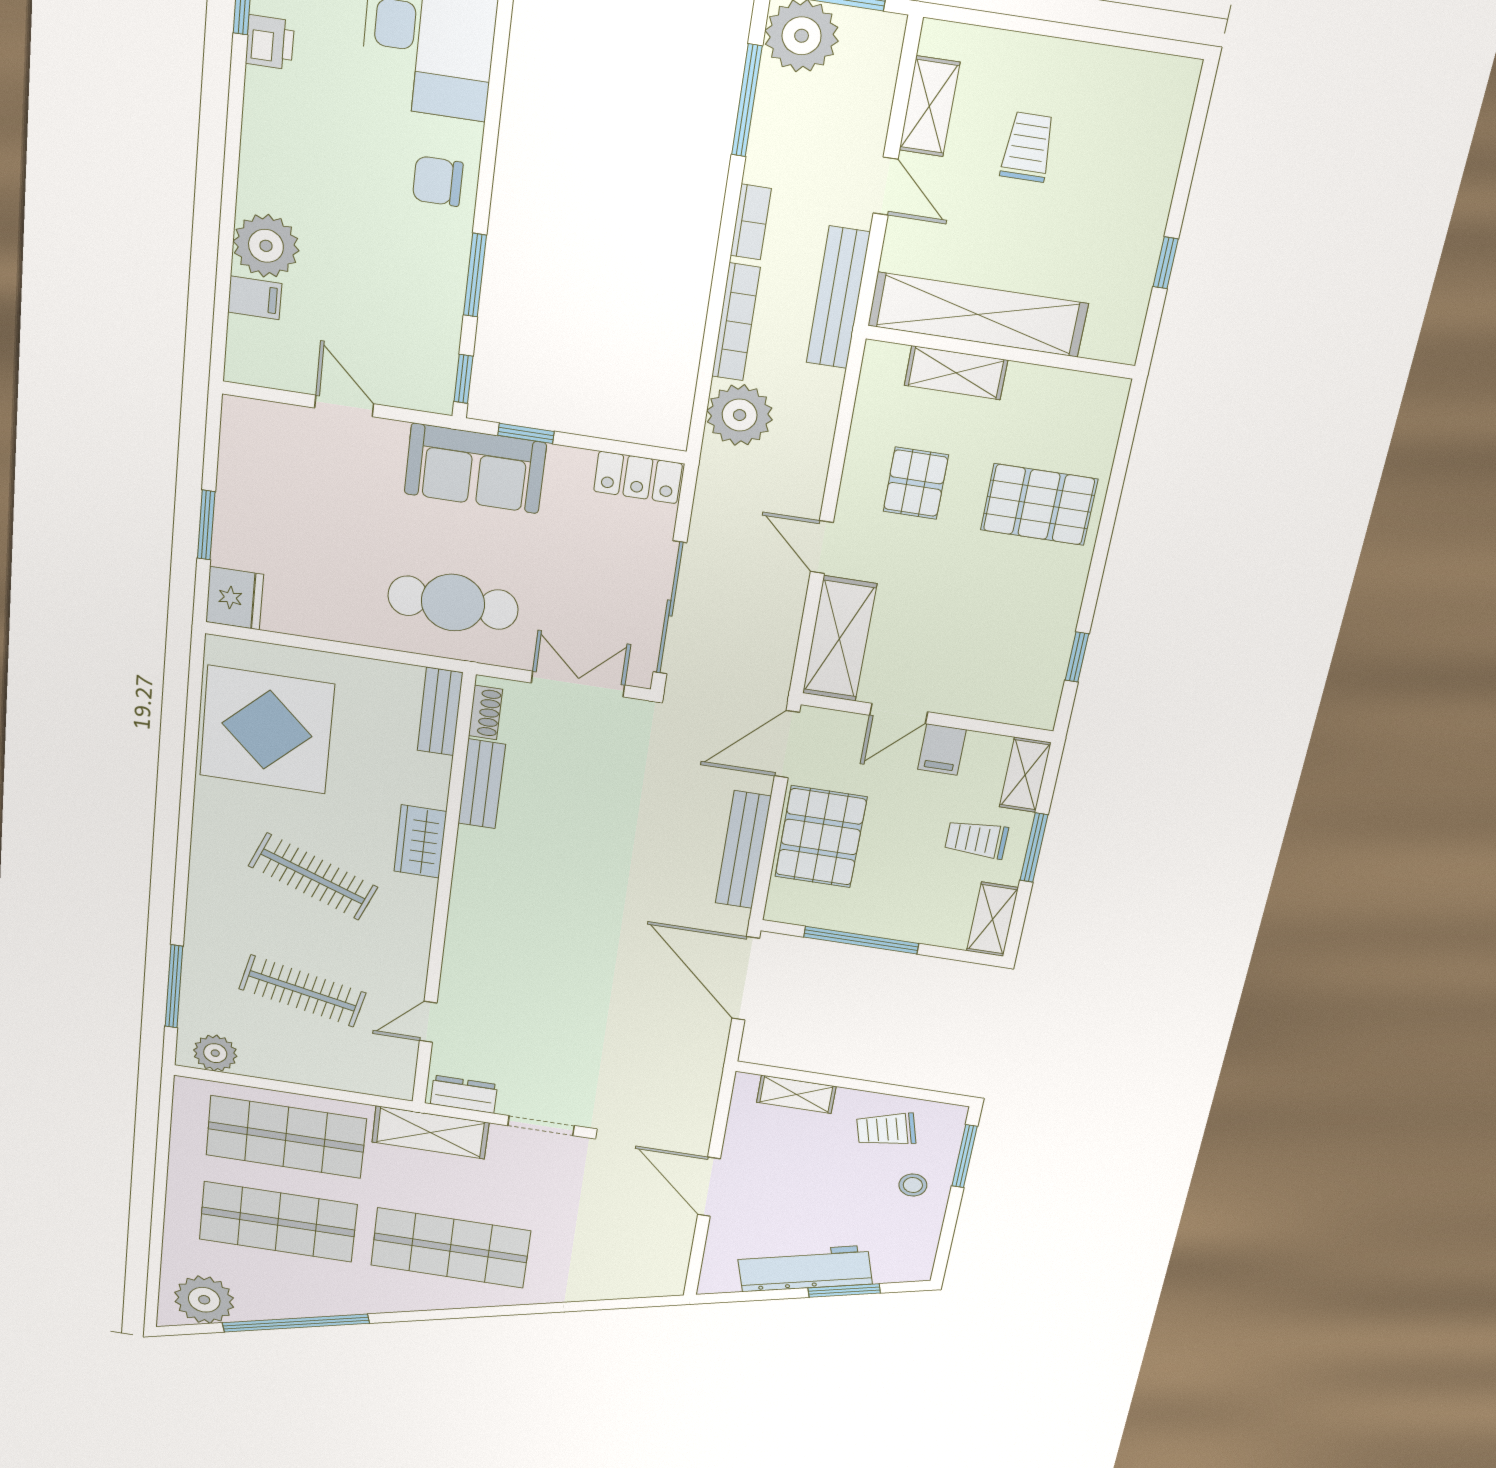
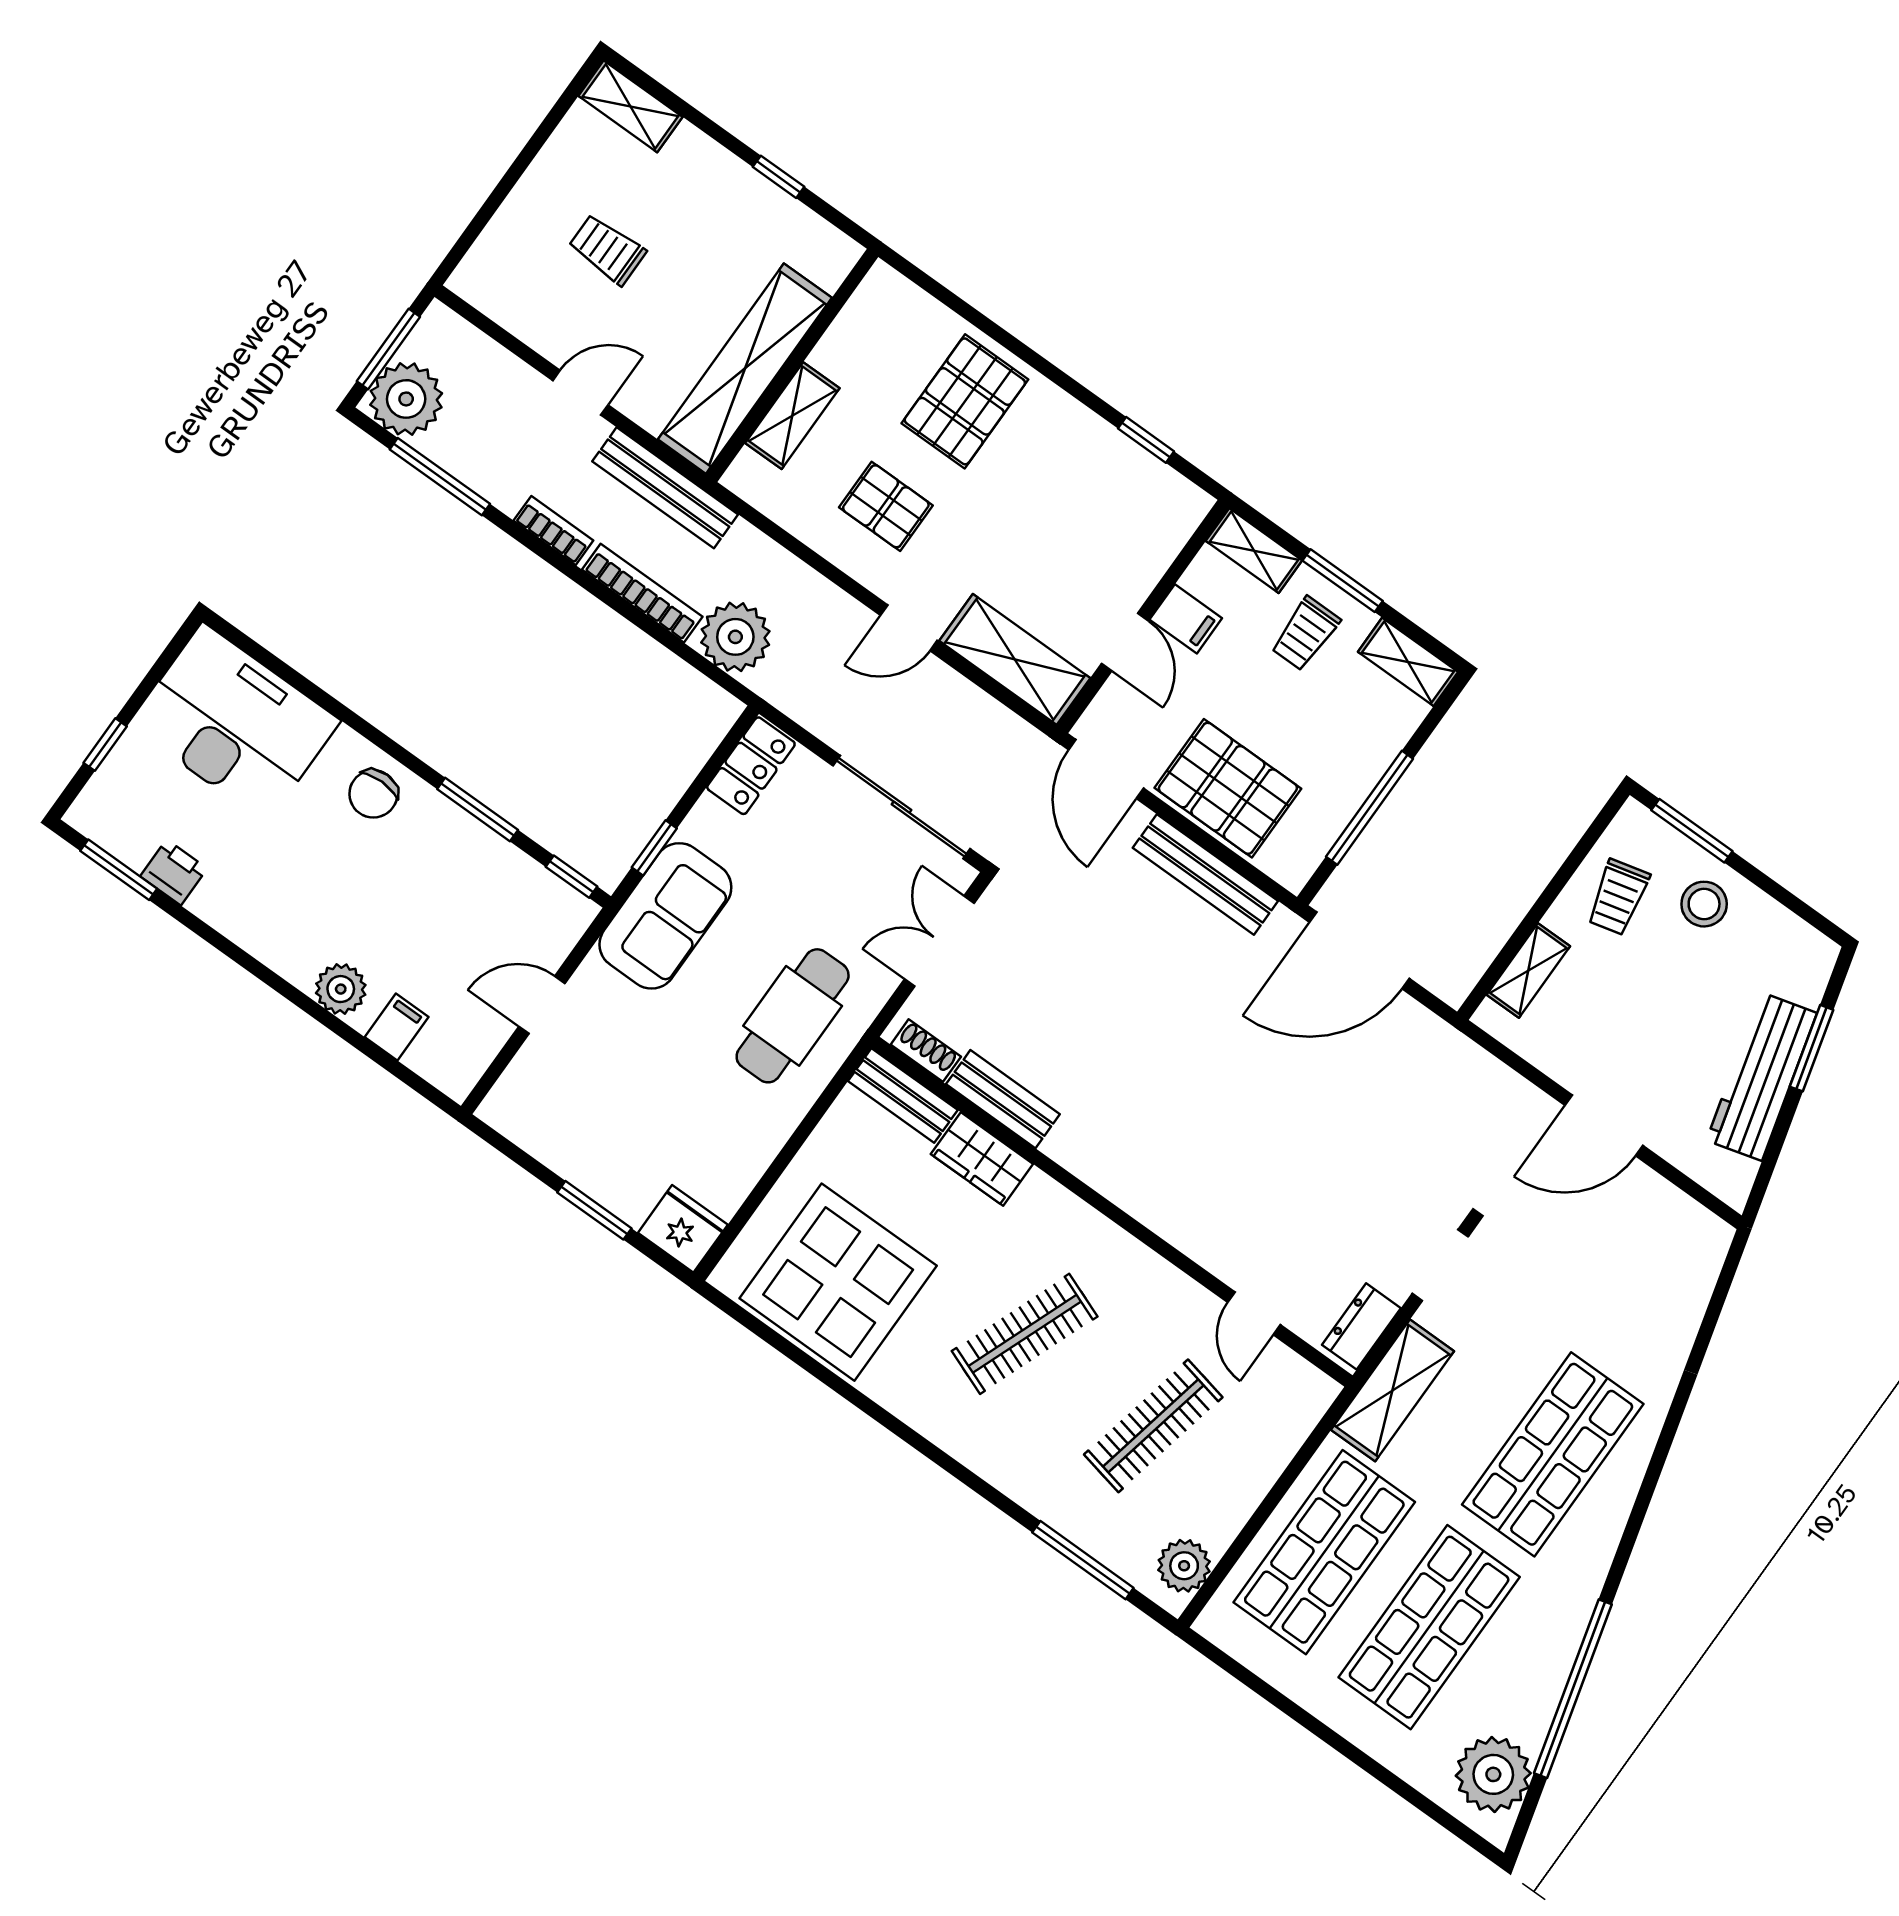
shelving: (929, 106) -> (630, 106), moved
plant: (266, 246) -> (341, 989), width x0.73, depth x0.73
wardrobe: (420, 841) -> (982, 1159), moved
stool: (913, 1185) -> (1704, 904), width x1.37, depth x1.37

